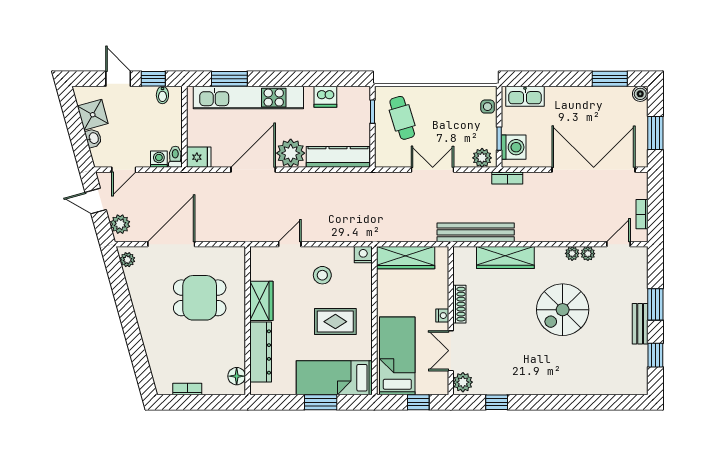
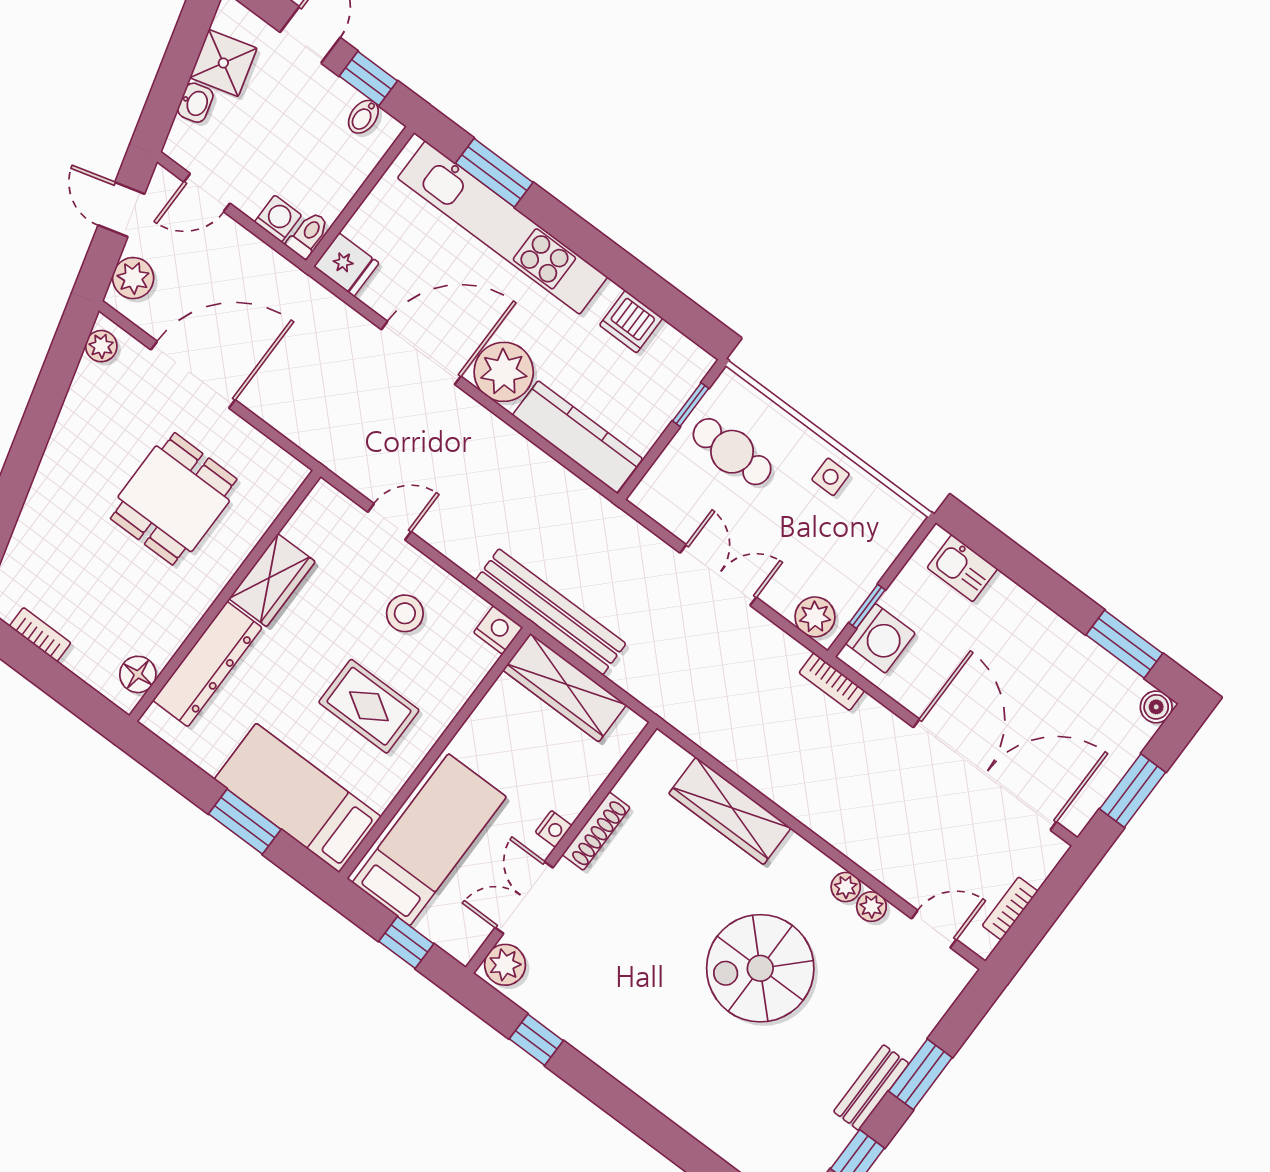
kitchen sink: (525, 96) -> (962, 568), width x0.73
side table: (488, 107) -> (831, 477), moved
cafe table: (402, 118) -> (732, 452), turned -73
bench: (476, 232) -> (551, 612), moved
dining table: (200, 298) -> (174, 499), turned 90

